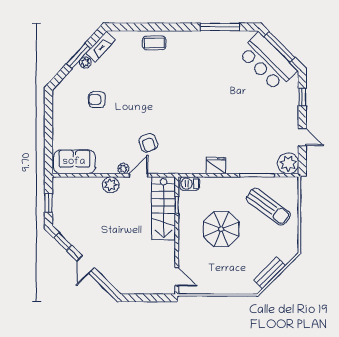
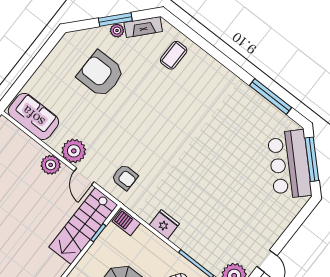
coffee table: (154, 43) -> (174, 55), moved, turned 90
window: (302, 97) -> (296, 223), removed
armchair: (97, 99) -> (101, 74), width x1.88, depth x1.88
armchair: (148, 143) -> (125, 177), moved, turned -71
plant: (123, 168) -> (74, 151), width x1.87, depth x1.87
door: (139, 175) -> (84, 176), swing flipped

